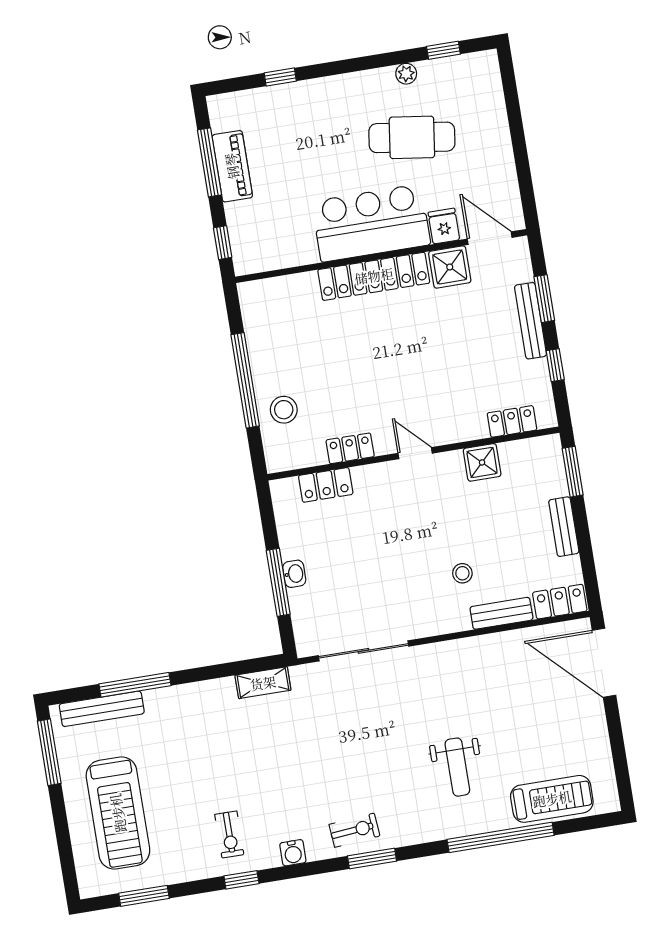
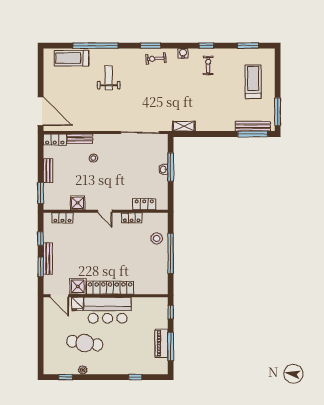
window: (135, 685) -> (253, 134), moved
treadmill: (118, 813) -> (253, 82), width x0.73, depth x0.73

